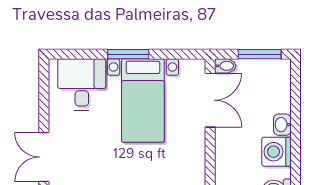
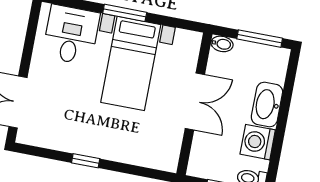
double door: (210, 100) -> (195, 102), moved
washbasin: (282, 125) -> (267, 105), width x1.91, depth x1.45

